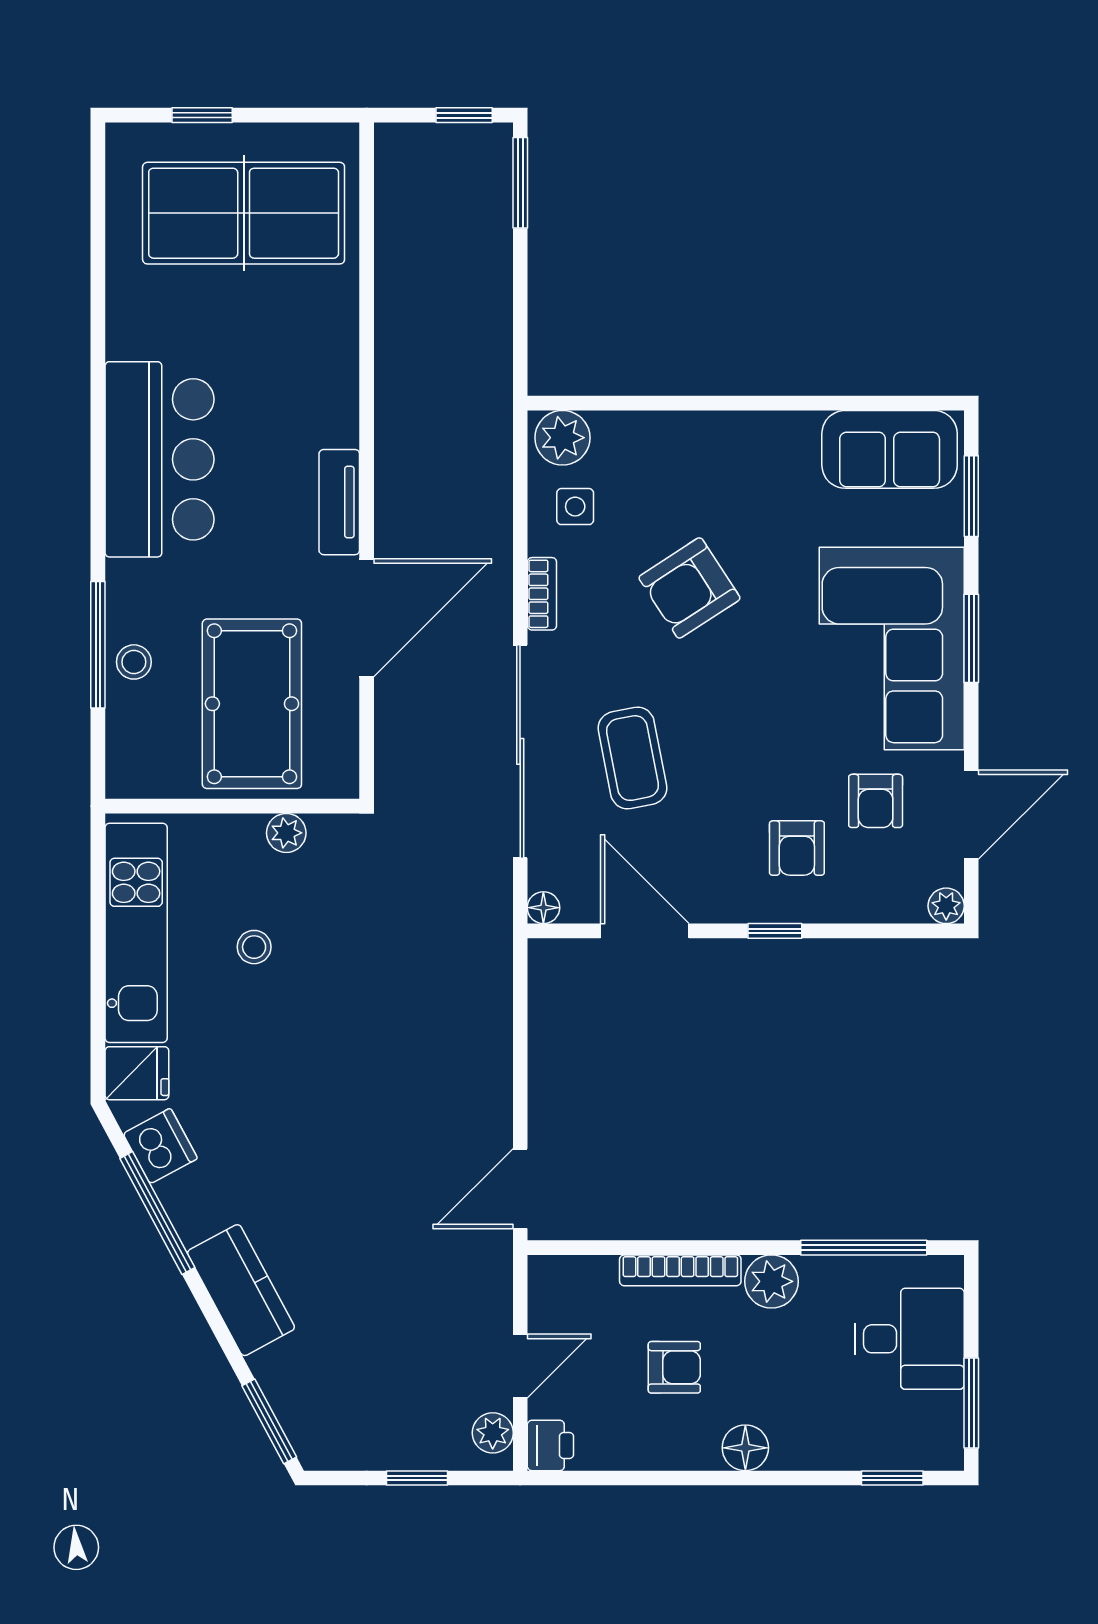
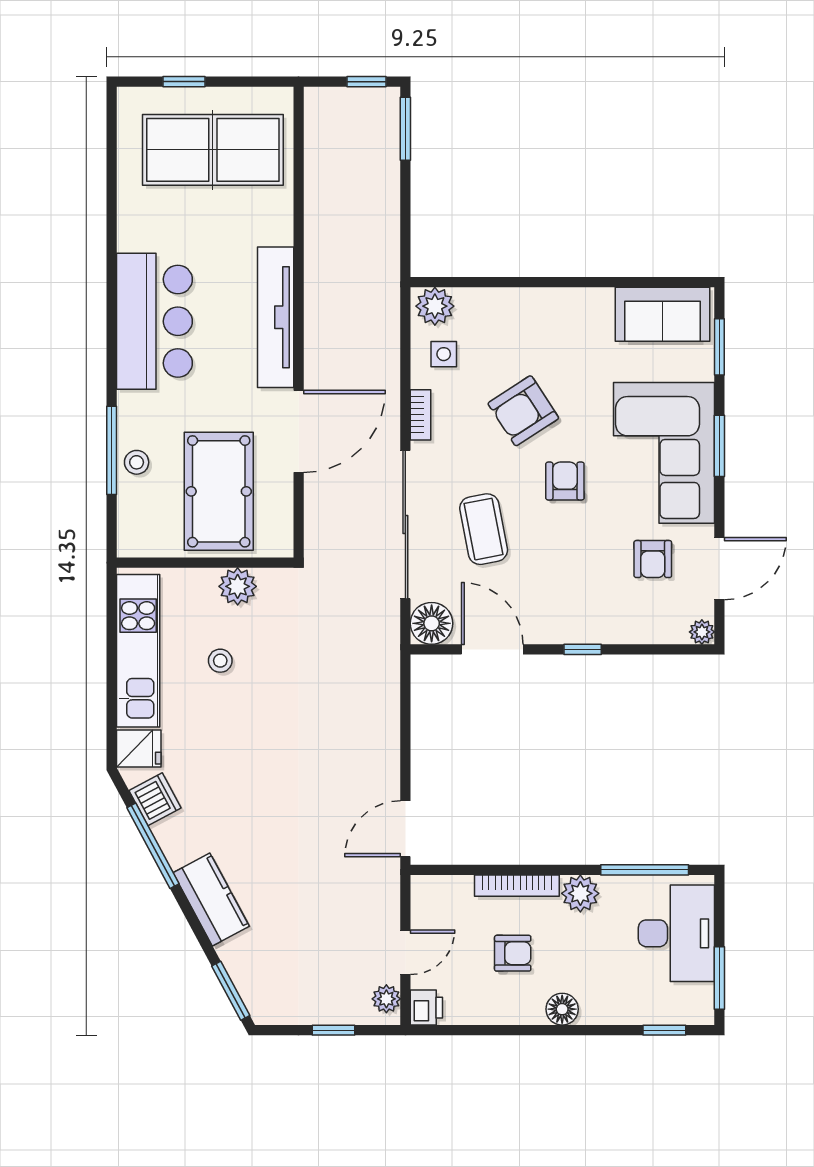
tv unit: (339, 502) -> (276, 317), width x1.92, depth x1.29
plant: (286, 833) -> (238, 586), width x1.38, depth x1.38
armchair: (797, 848) -> (565, 481), moved, turned 180
floor lamp: (543, 908) -> (432, 623), width x1.89, depth x1.89
desk: (909, 1339) -> (676, 933), width x1.37

